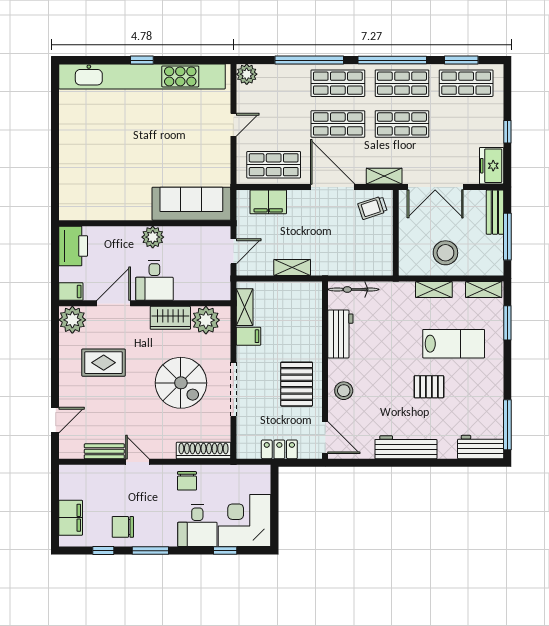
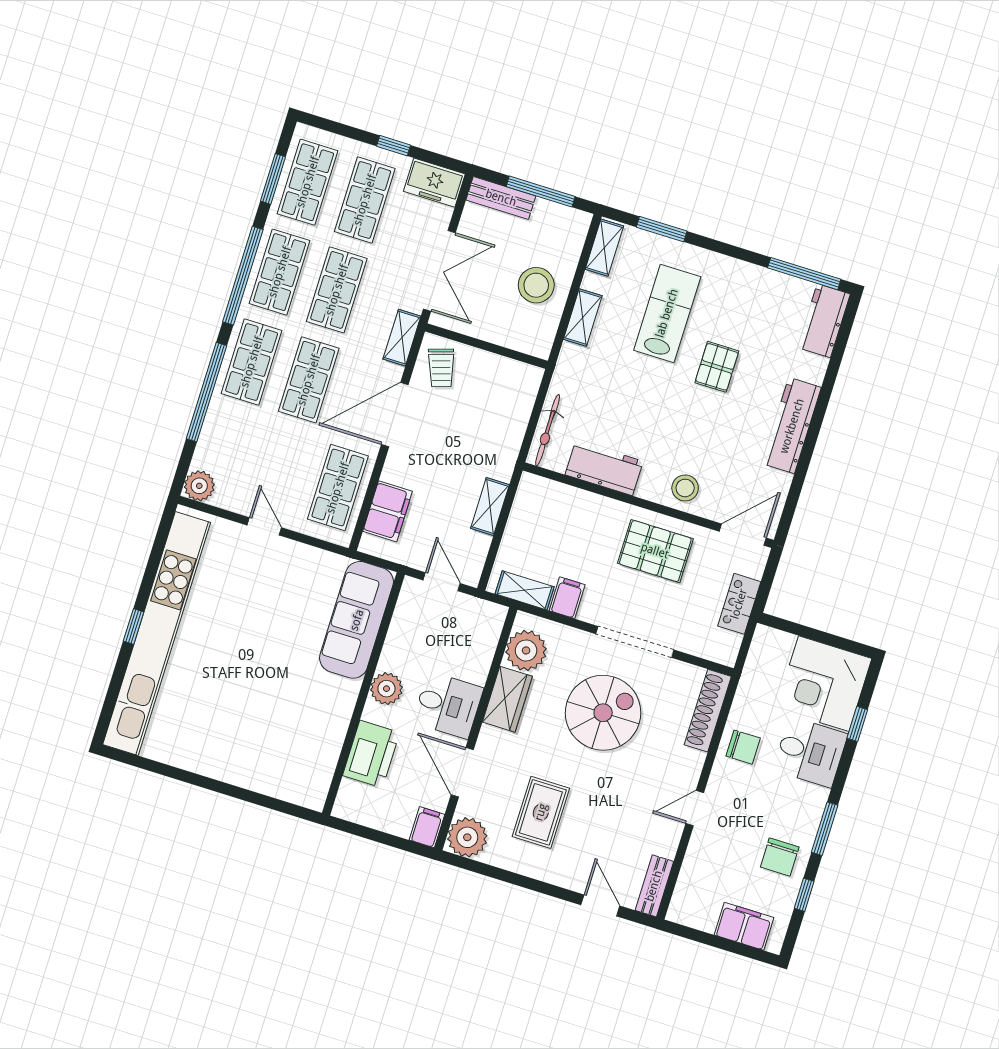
shop shelf: (466, 124) -> (365, 200), added
printer: (73, 246) -> (371, 754), moved, turned 90
bench: (104, 451) -> (654, 886), moved

